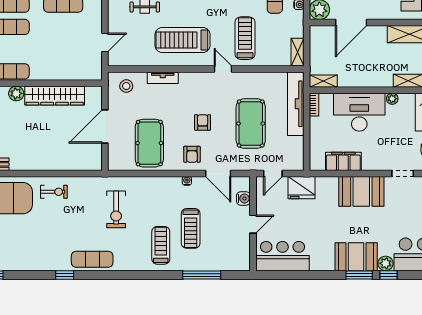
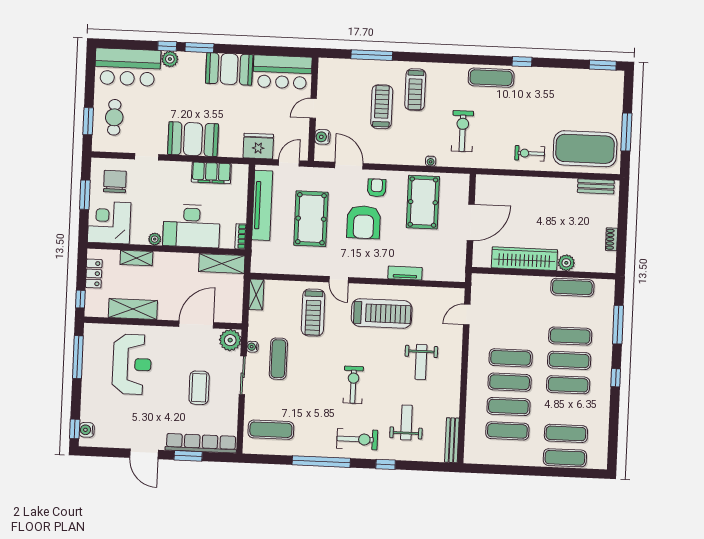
shelving: (323, 81) -> (222, 264), width x1.50, depth x1.33
stool: (126, 86) -> (445, 266), removed
tv unit: (296, 104) -> (262, 205), moved
armchair: (203, 122) -> (364, 222), width x1.88, depth x1.88
water cooler: (187, 181) -> (431, 161), moved
booth: (356, 257) -> (229, 69), moved

